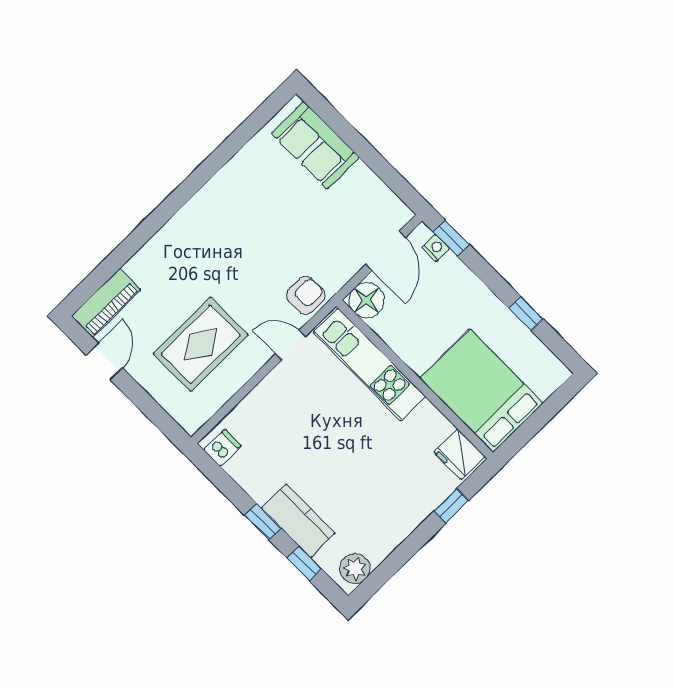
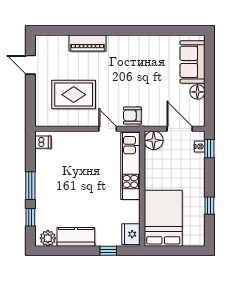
floor lamp: (361, 179) -> (197, 92), added
door: (386, 251) -> (180, 129), swing flipped
armchair: (306, 295) -> (132, 115), turned 180
piano: (106, 303) -> (87, 43), moved
door: (104, 362) -> (30, 65), swing flipped
kitchen counter: (298, 521) -> (76, 237), moved, turned -90
window: (263, 522) -> (30, 186), width x1.50

